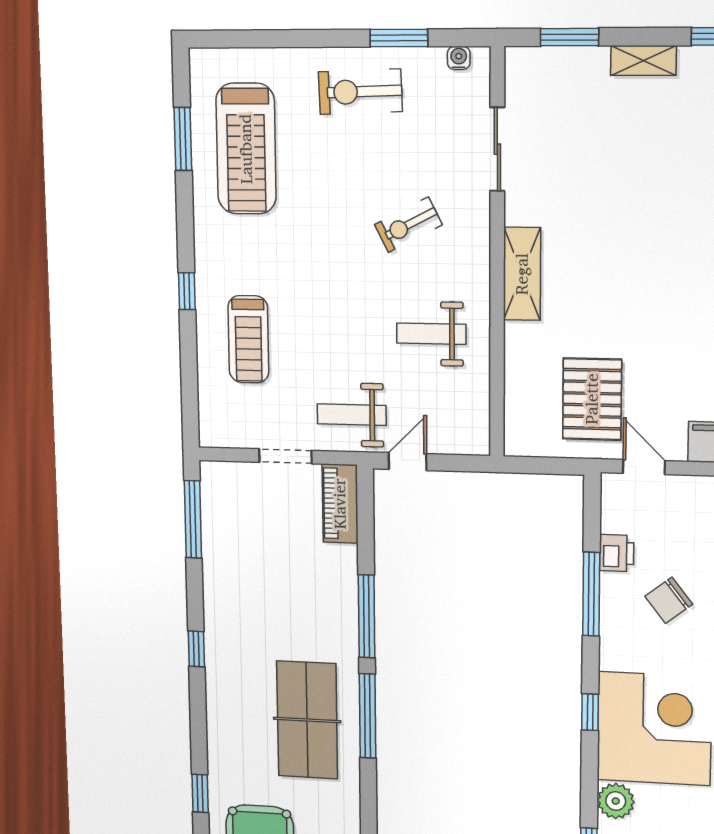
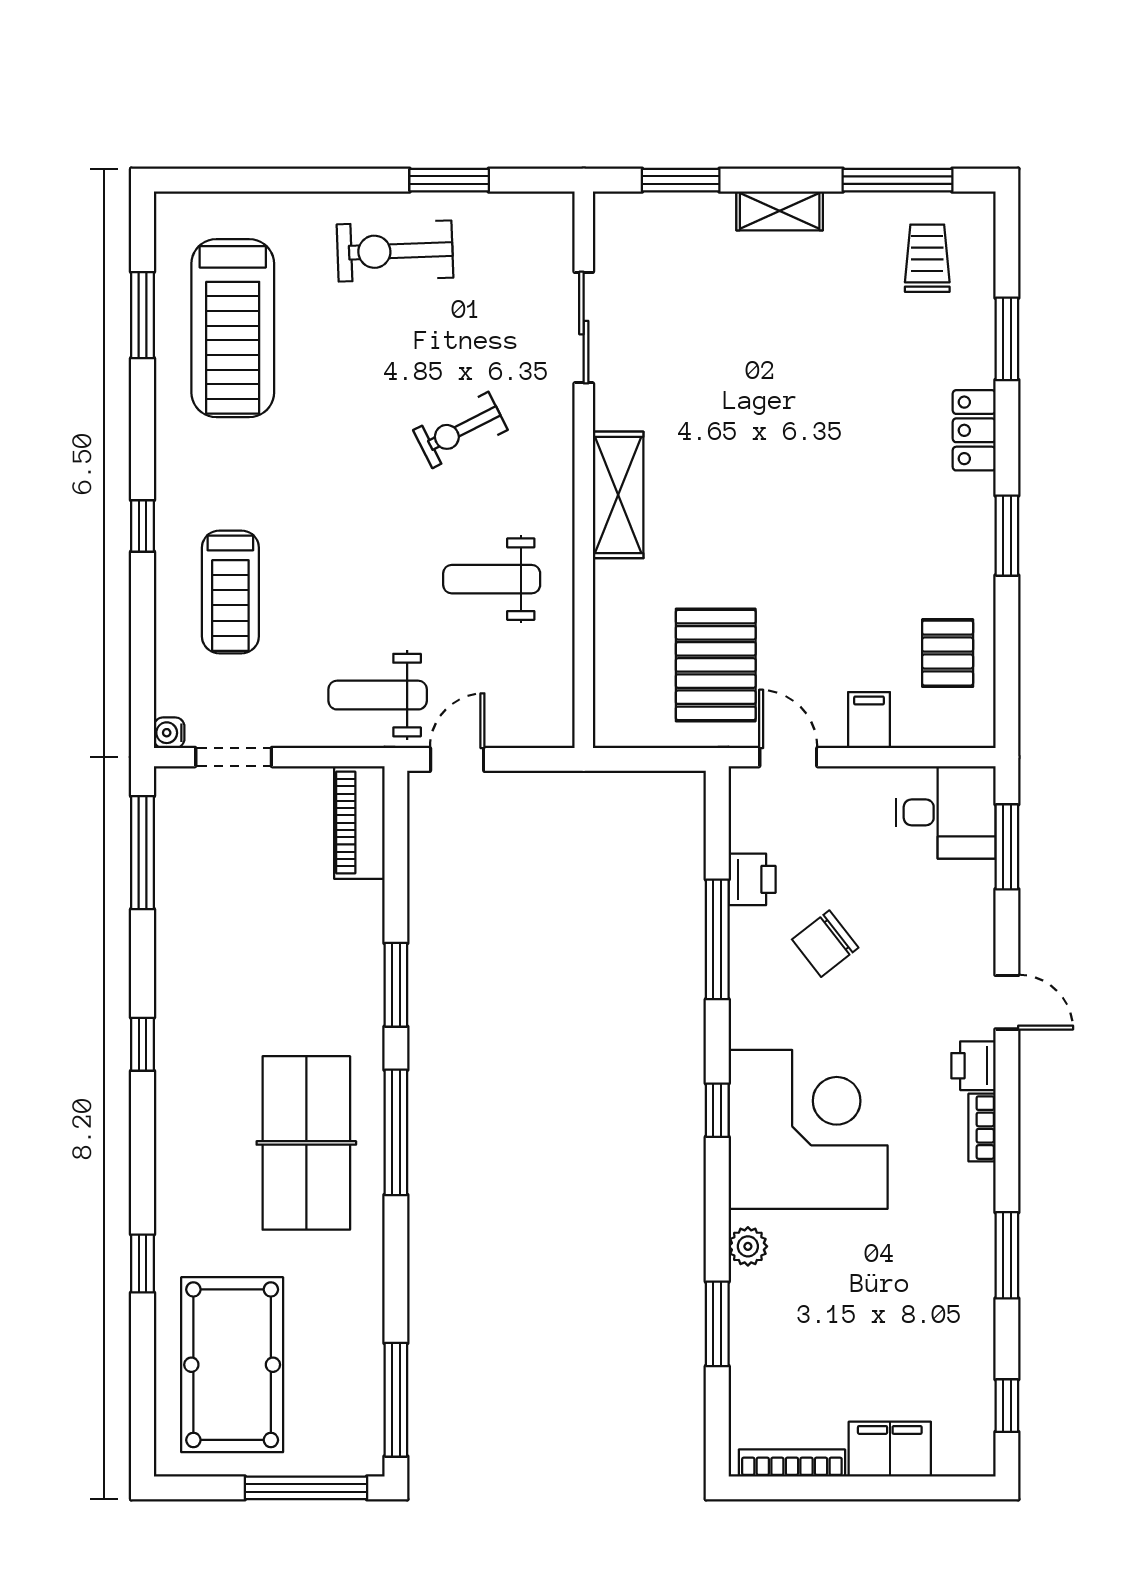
water cooler: (459, 58) -> (169, 733), moved, turned -90
doorway: (285, 456) -> (234, 757), moved
window: (367, 616) -> (396, 985), width x0.69
plant: (616, 801) -> (748, 1246), width x0.73, depth x0.73

